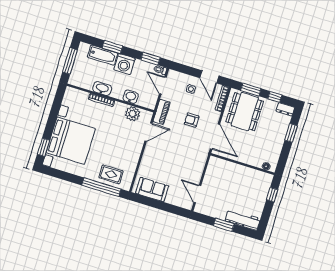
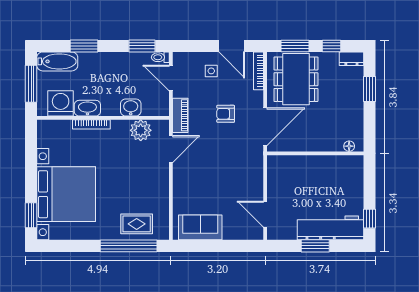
bathtub: (103, 55) -> (57, 61), moved
washing machine: (124, 64) -> (61, 103), moved, turned 180
door: (215, 137) -> (265, 127), hinge flipped
window: (272, 195) -> (370, 219), moved
workbench: (243, 220) -> (331, 228), width x1.36, depth x1.32

